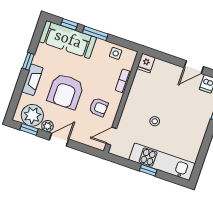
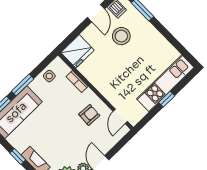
fridge: (146, 63) -> (78, 51), width x1.88, depth x1.34
armchair: (66, 91) -> (61, 137), removed
stool: (155, 121) -> (121, 36), moved, width x1.89, depth x1.89

